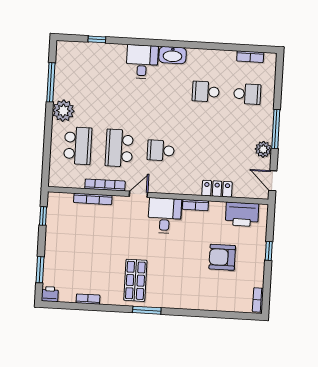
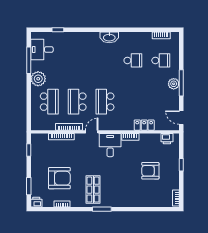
desk: (142, 62) -> (42, 50), moved, turned -90
school desk: (206, 92) -> (133, 60), turned 180
plant: (263, 149) -> (174, 84), moved
school desk: (161, 150) -> (105, 102), width x1.85
printer: (242, 214) -> (167, 139), width x0.53, depth x0.68
armchair: (86, 260) -> (59, 178), added

